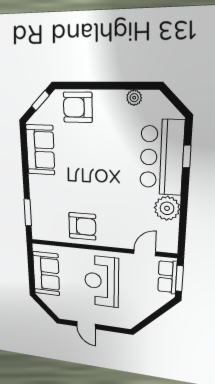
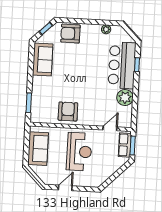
armchair: (82, 226) -> (68, 112), turned -90
reception desk: (102, 281) -> (79, 152), turned 180
door: (86, 325) -> (65, 188), swing flipped

